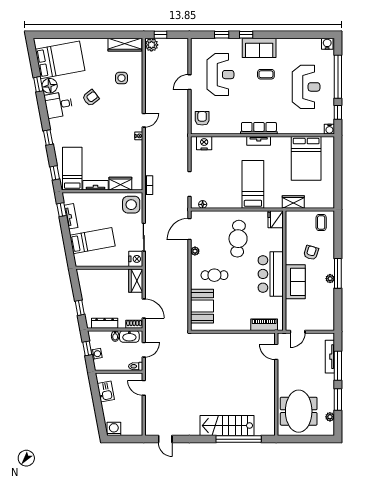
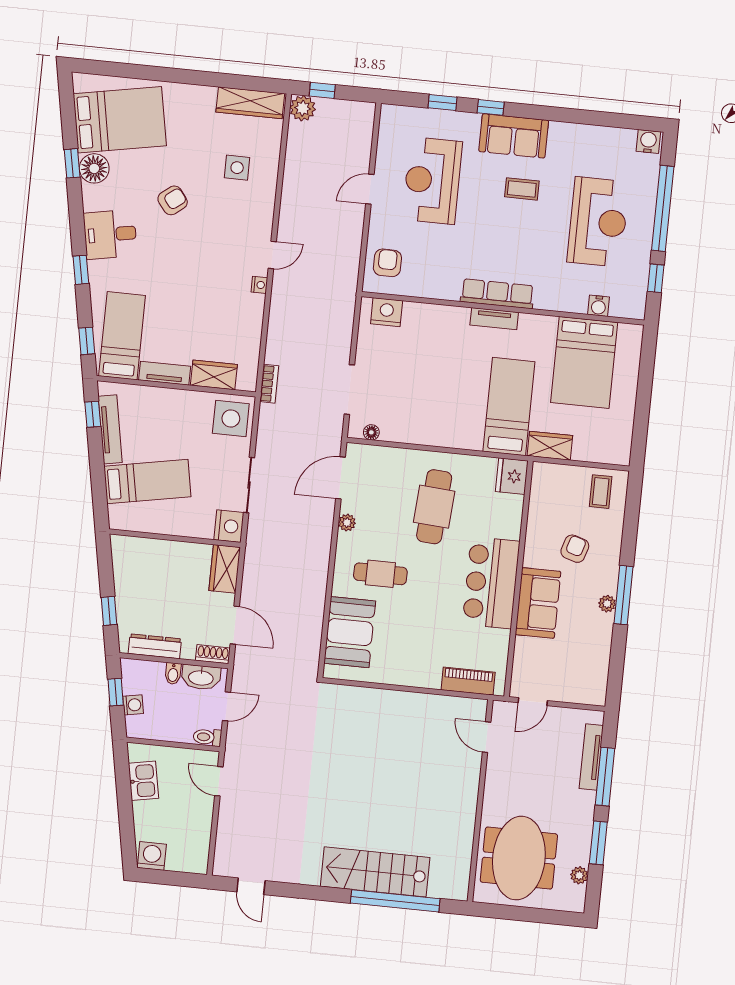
reception desk: (220, 75) -> (432, 181), turned 180
desk: (59, 105) -> (110, 234), moved
water cooler: (329, 129) -> (599, 306), moved
bed: (253, 184) -> (509, 407), moved
tv unit: (71, 216) -> (110, 429), width x1.41

